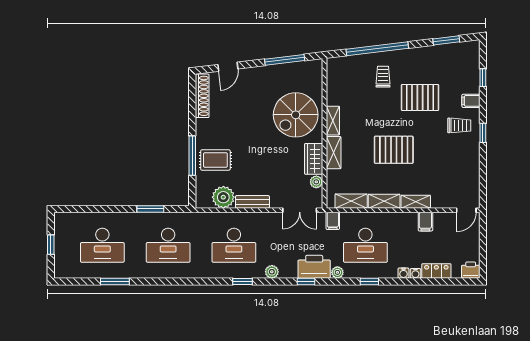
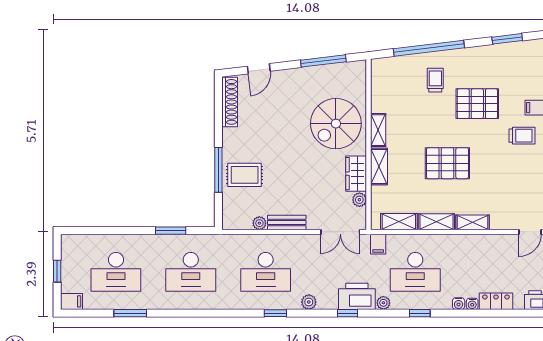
plant: (223, 197) -> (259, 223), width x0.53, depth x0.53
filing cabinet: (425, 222) -> (72, 301), moved, turned -90

